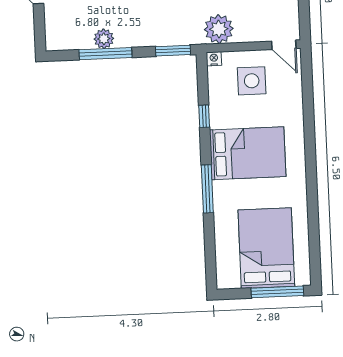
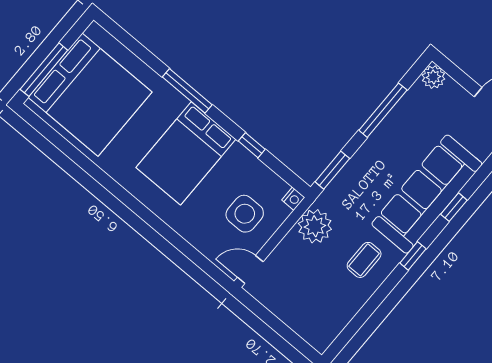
plant: (104, 39) -> (433, 77), moved
bed: (266, 248) -> (90, 95), width x1.36

